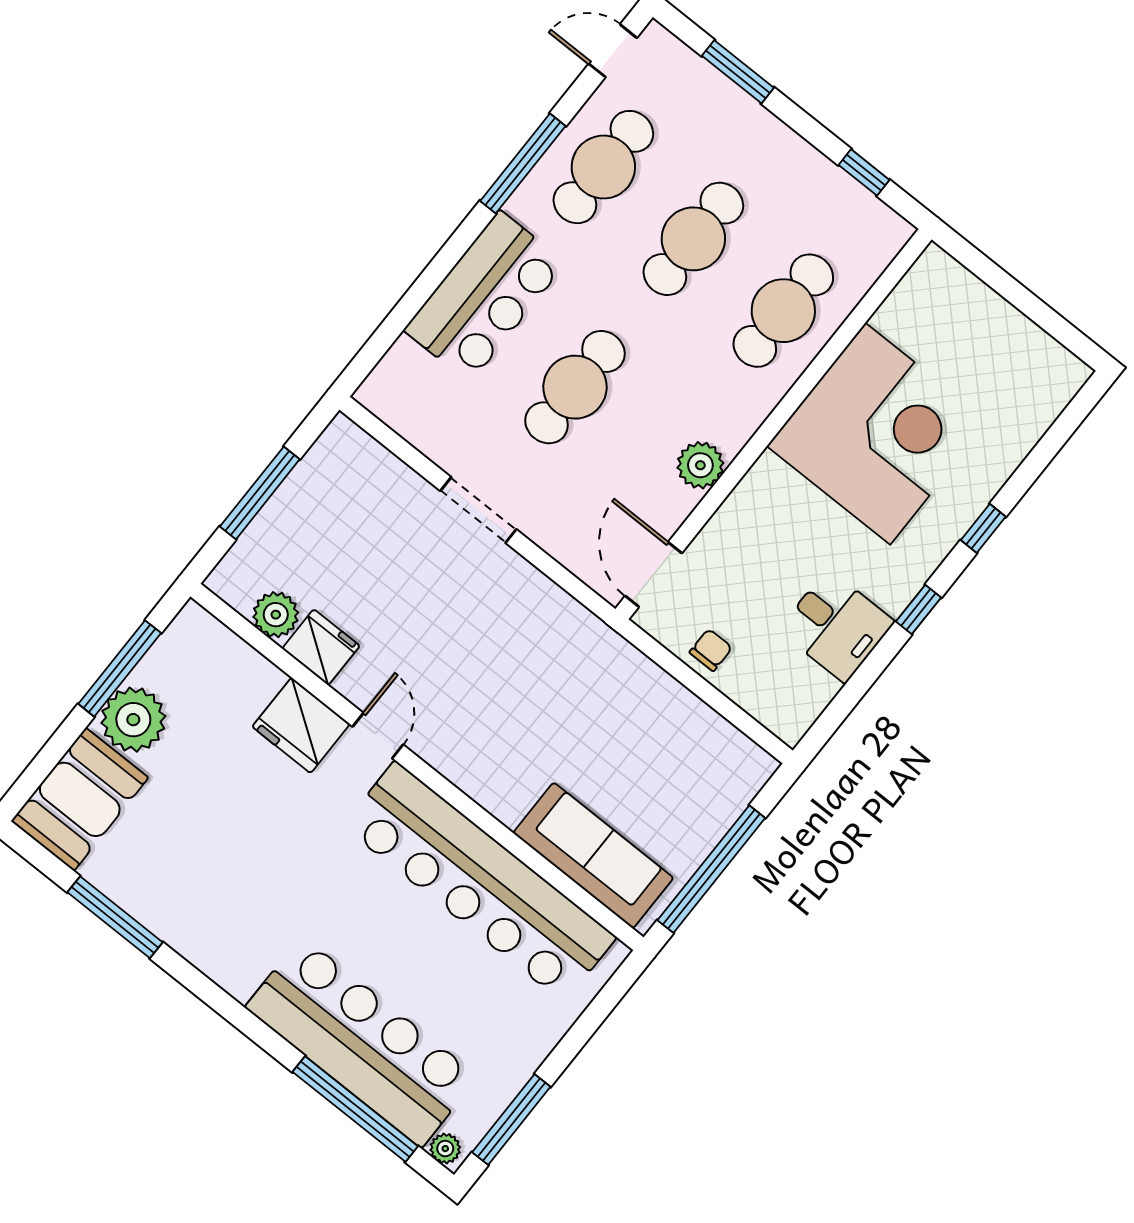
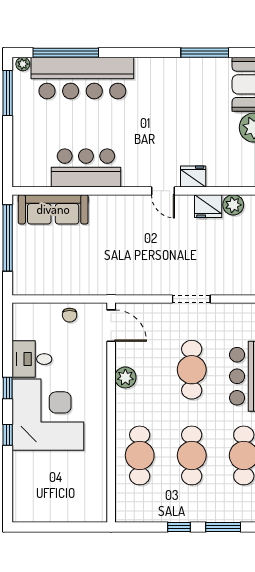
window: (864, 172) -> (179, 527), moved
corner desk: (878, 434) -> (48, 415), moved, turned 180
fridge: (301, 725) -> (193, 176), width x0.73, depth x0.75
bar counter: (479, 882) -> (86, 168), width x0.54

